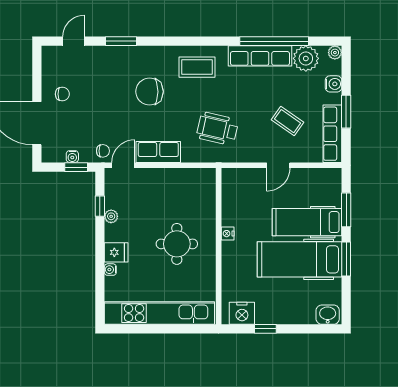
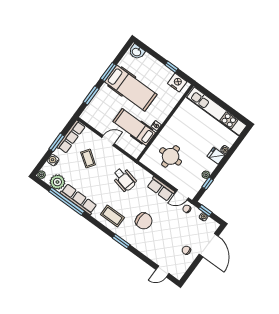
window: (121, 41) -> (121, 241), moved
hospital bed: (307, 222) -> (134, 127), moved, turned 180
round table: (177, 244) -> (171, 156), moved

